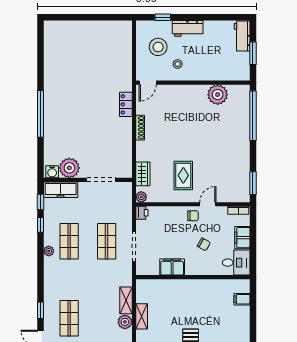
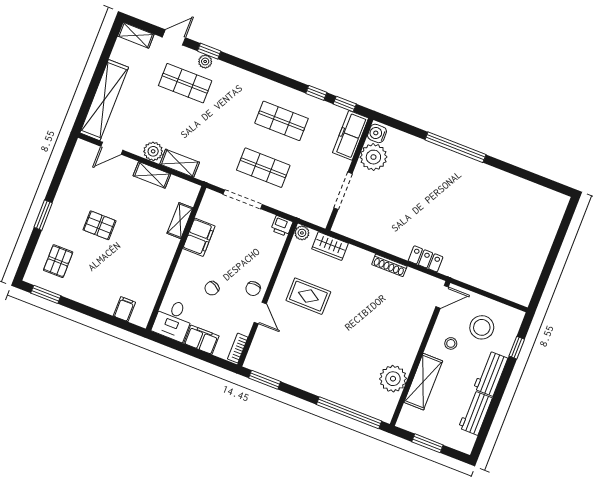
workbench: (242, 36) -> (475, 413), moved, turned -90
shelving: (211, 73) -> (423, 382), added
door: (148, 83) -> (442, 297), swing flipped
plant: (49, 251) -> (205, 61), moved
shelving: (166, 285) -> (180, 221), added

